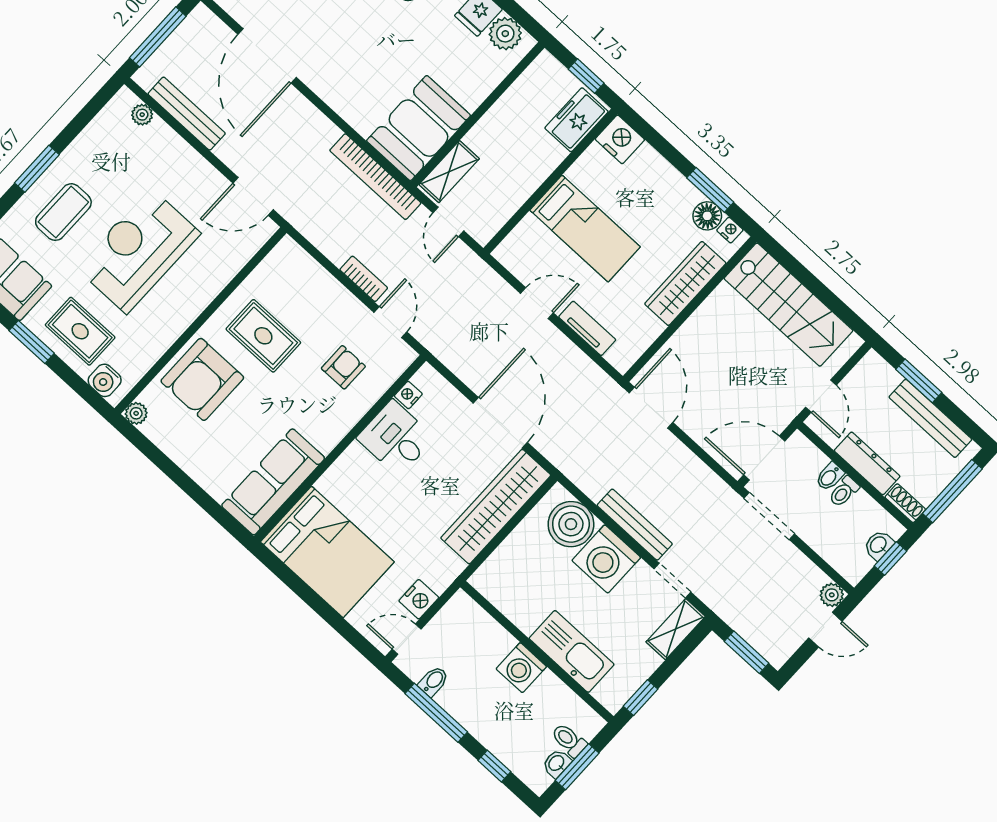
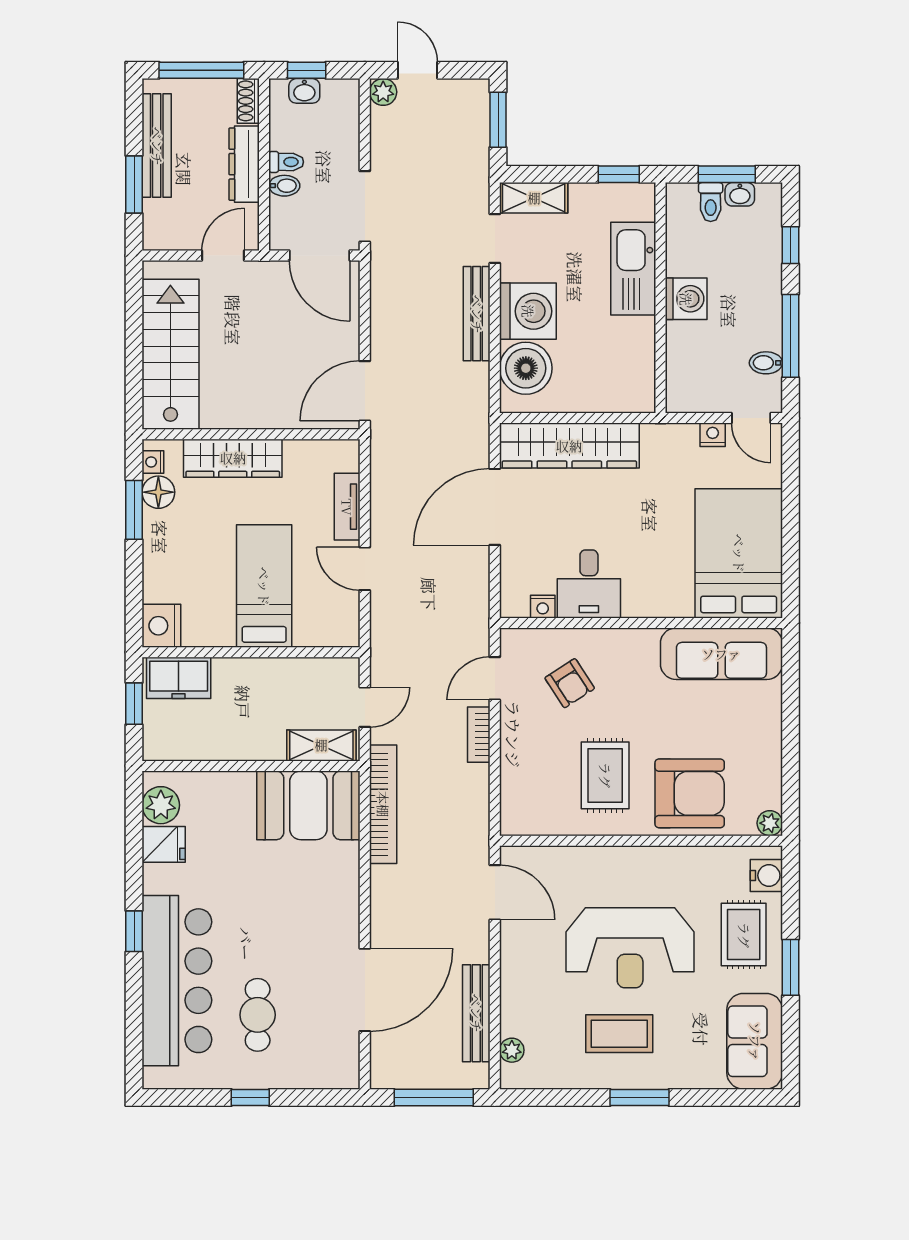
coffee table: (63, 212) -> (619, 1034), moved
armchair: (343, 367) -> (570, 683), turned -123
nightstand: (419, 599) -> (713, 435), width x0.72, depth x0.74

